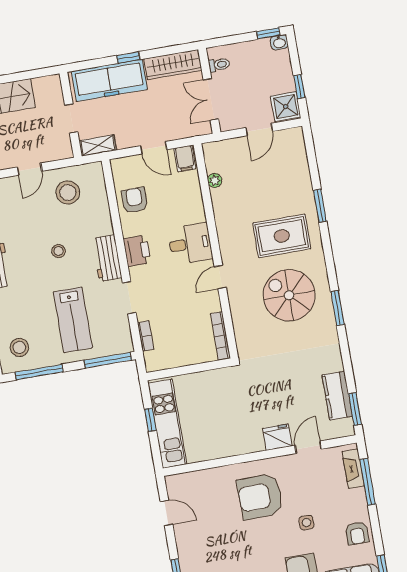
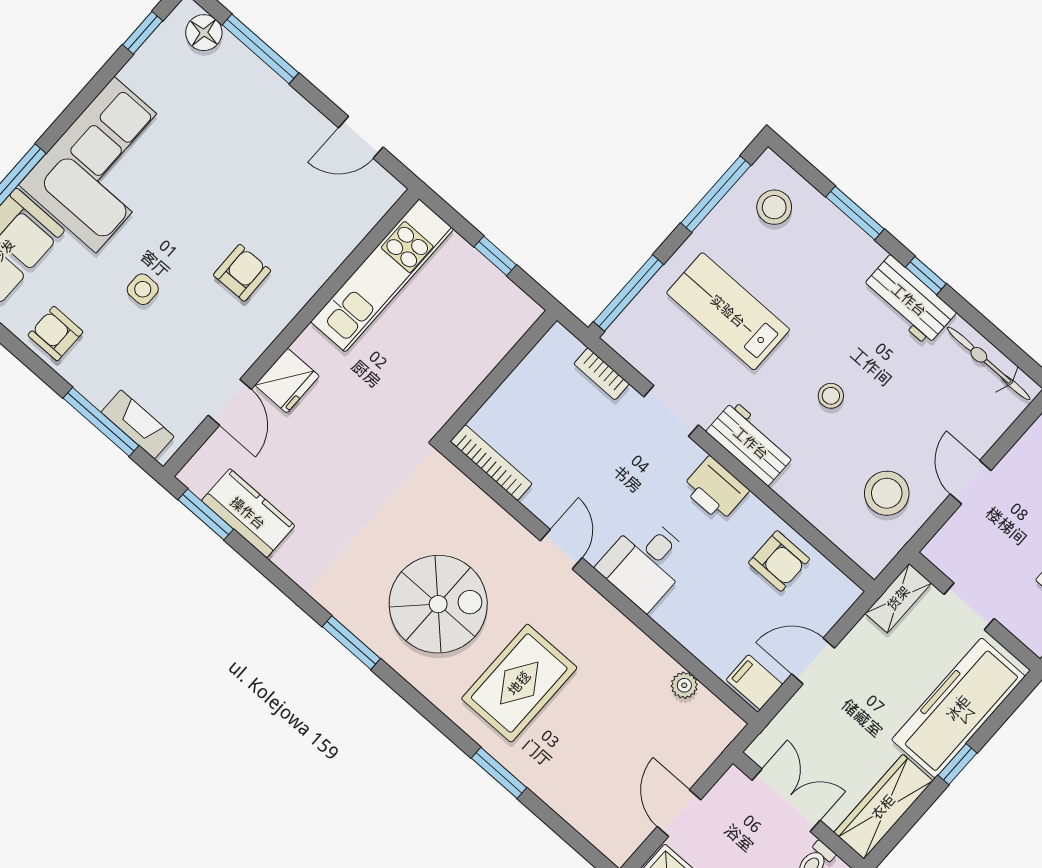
kitchen unit: (167, 424) -> (382, 275), moved, turned -90
armchair: (260, 496) -> (242, 273), width x0.53, depth x0.53

